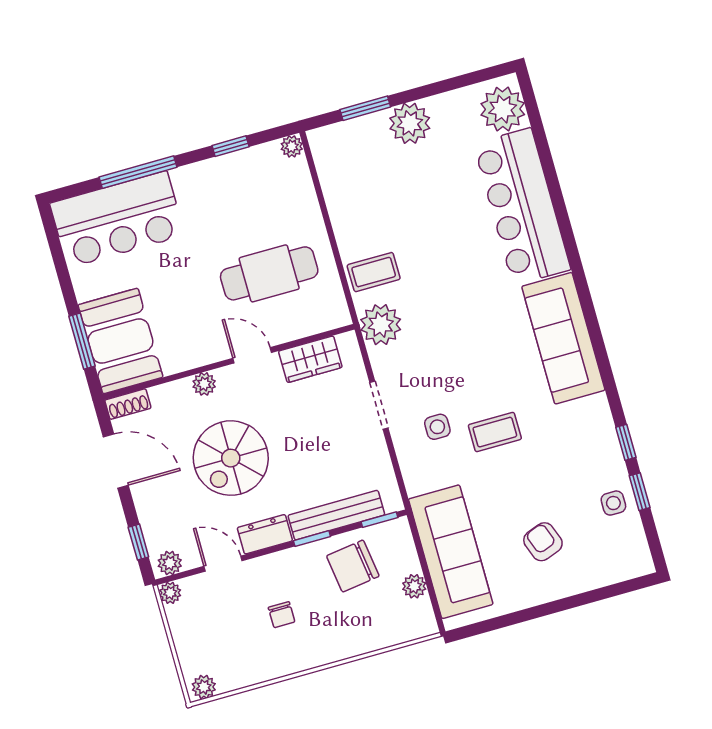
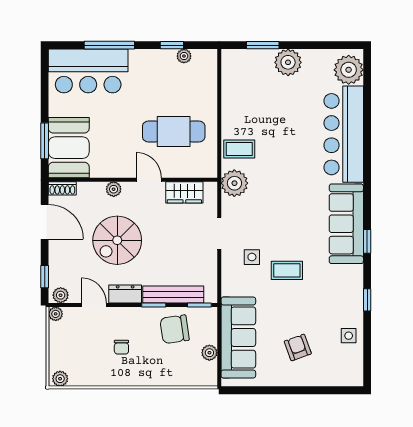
plant: (292, 146) -> (184, 56), moved
window: (640, 492) -> (367, 241), moved

